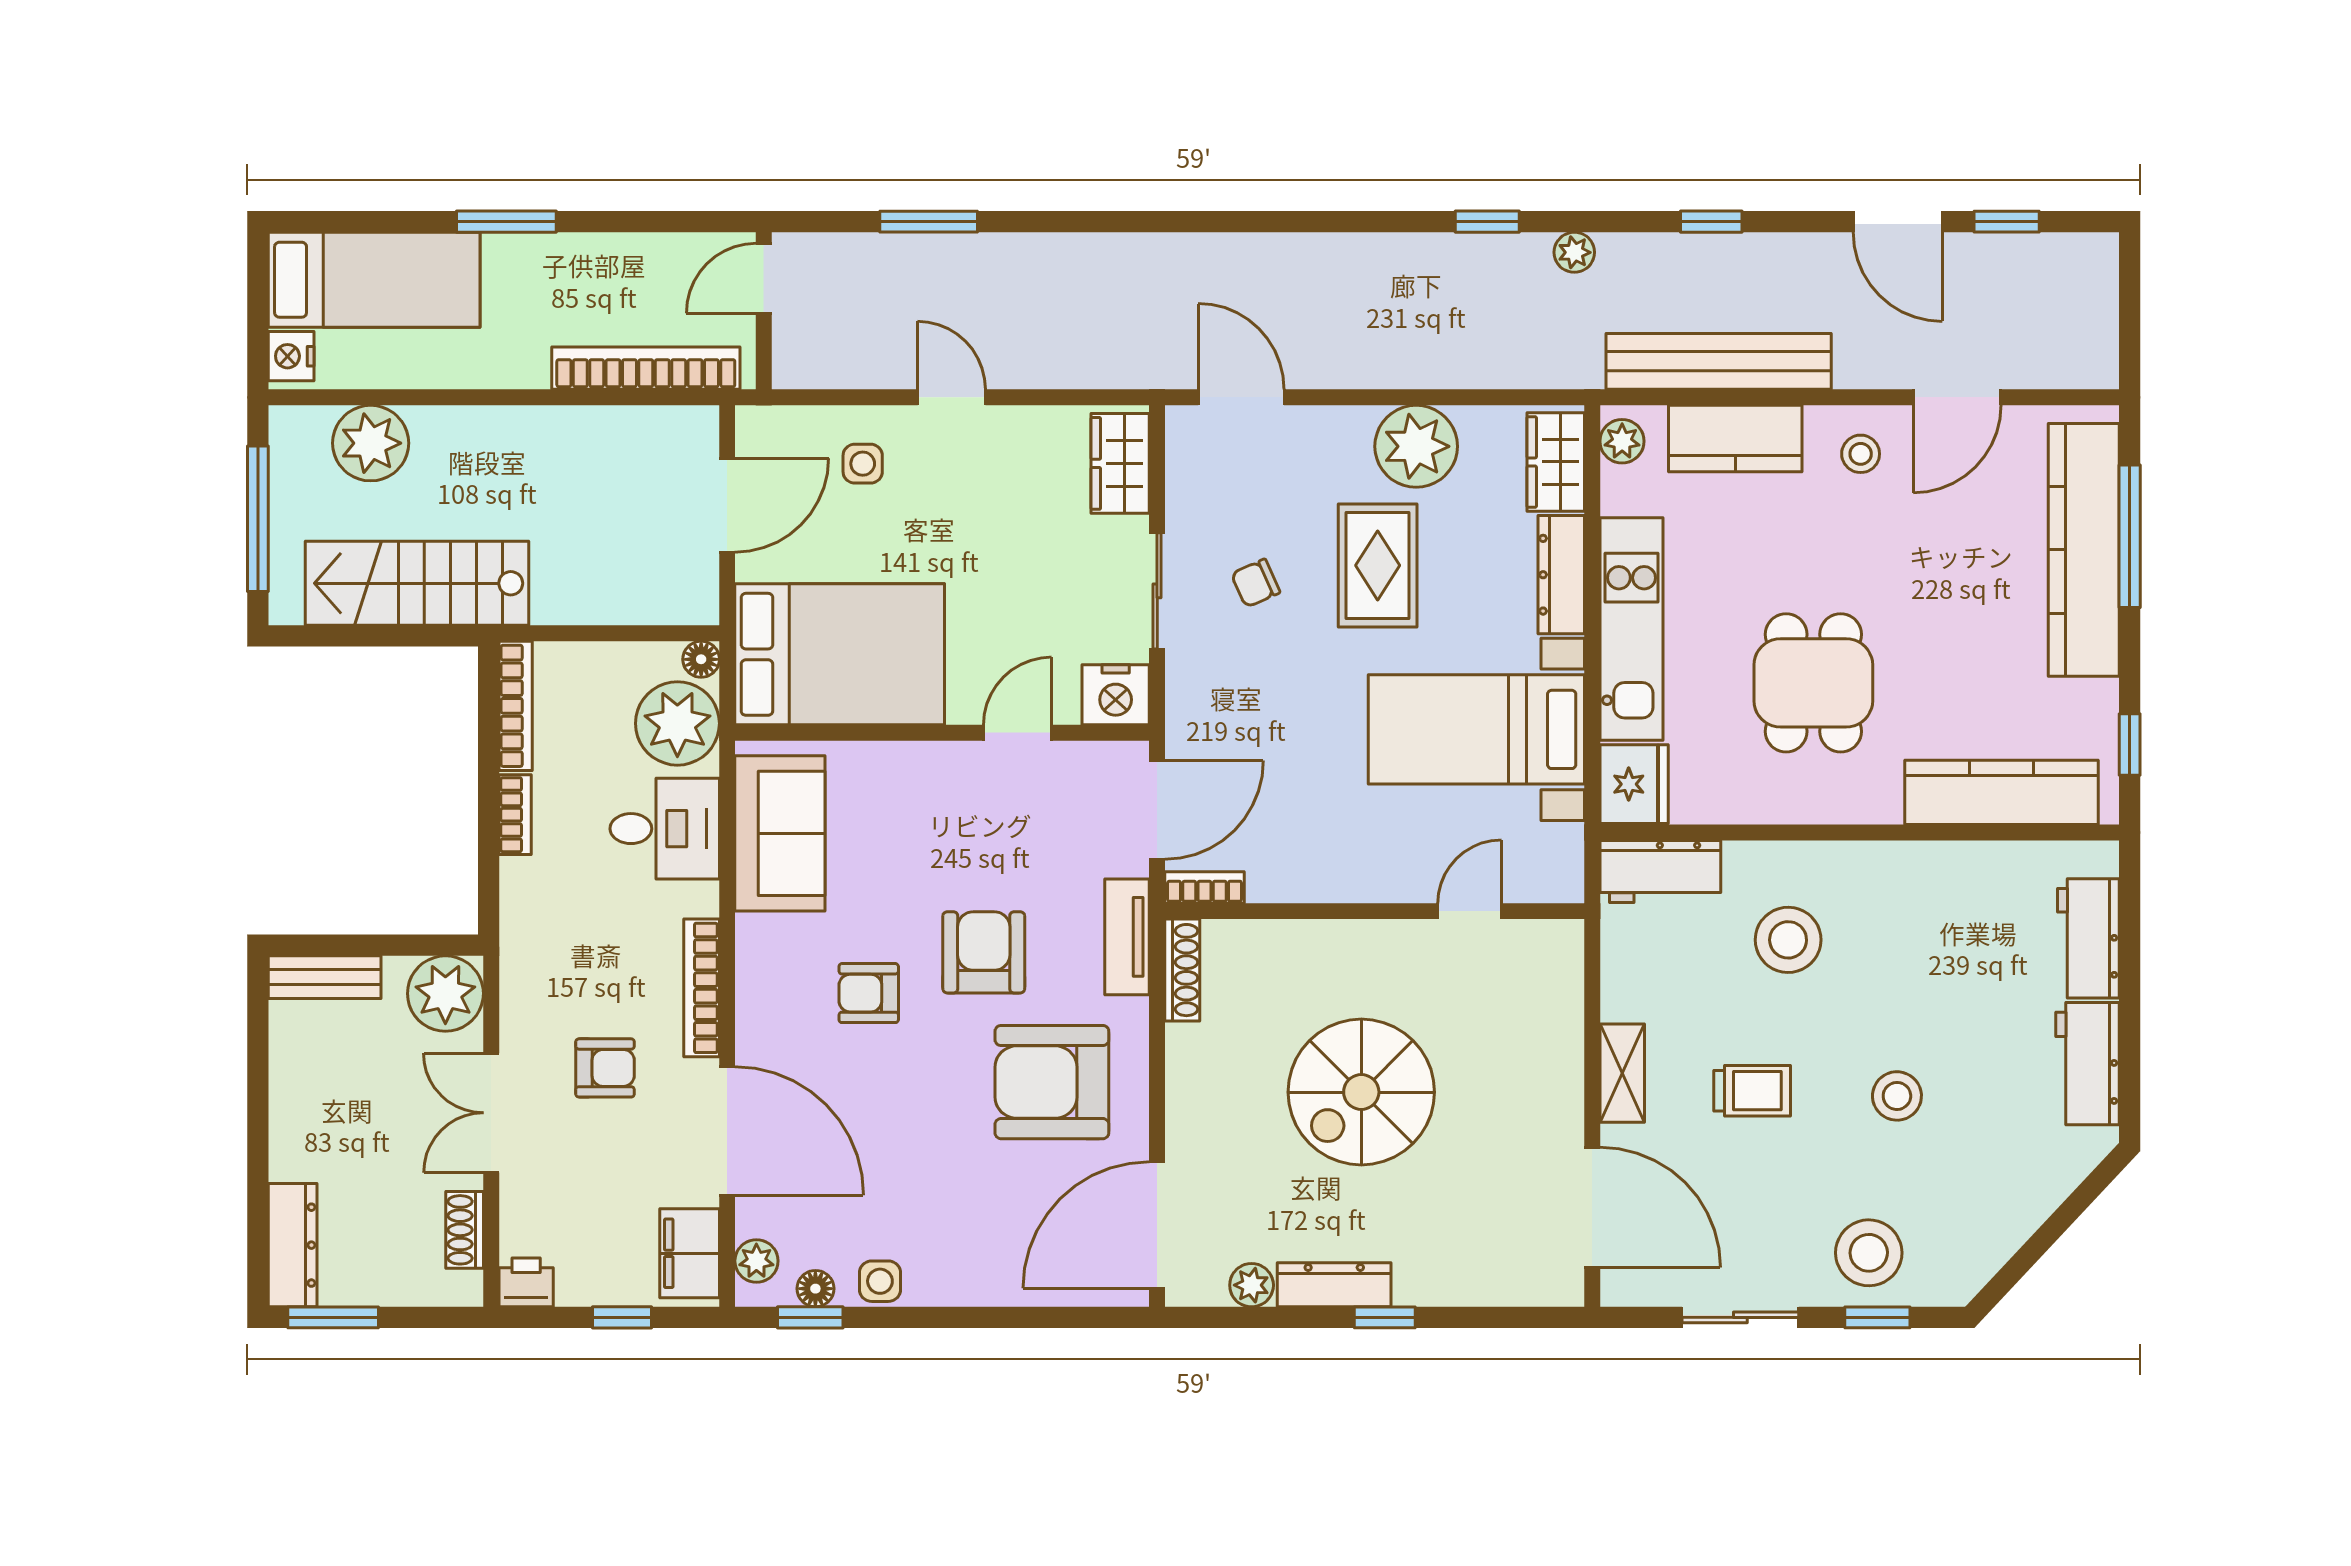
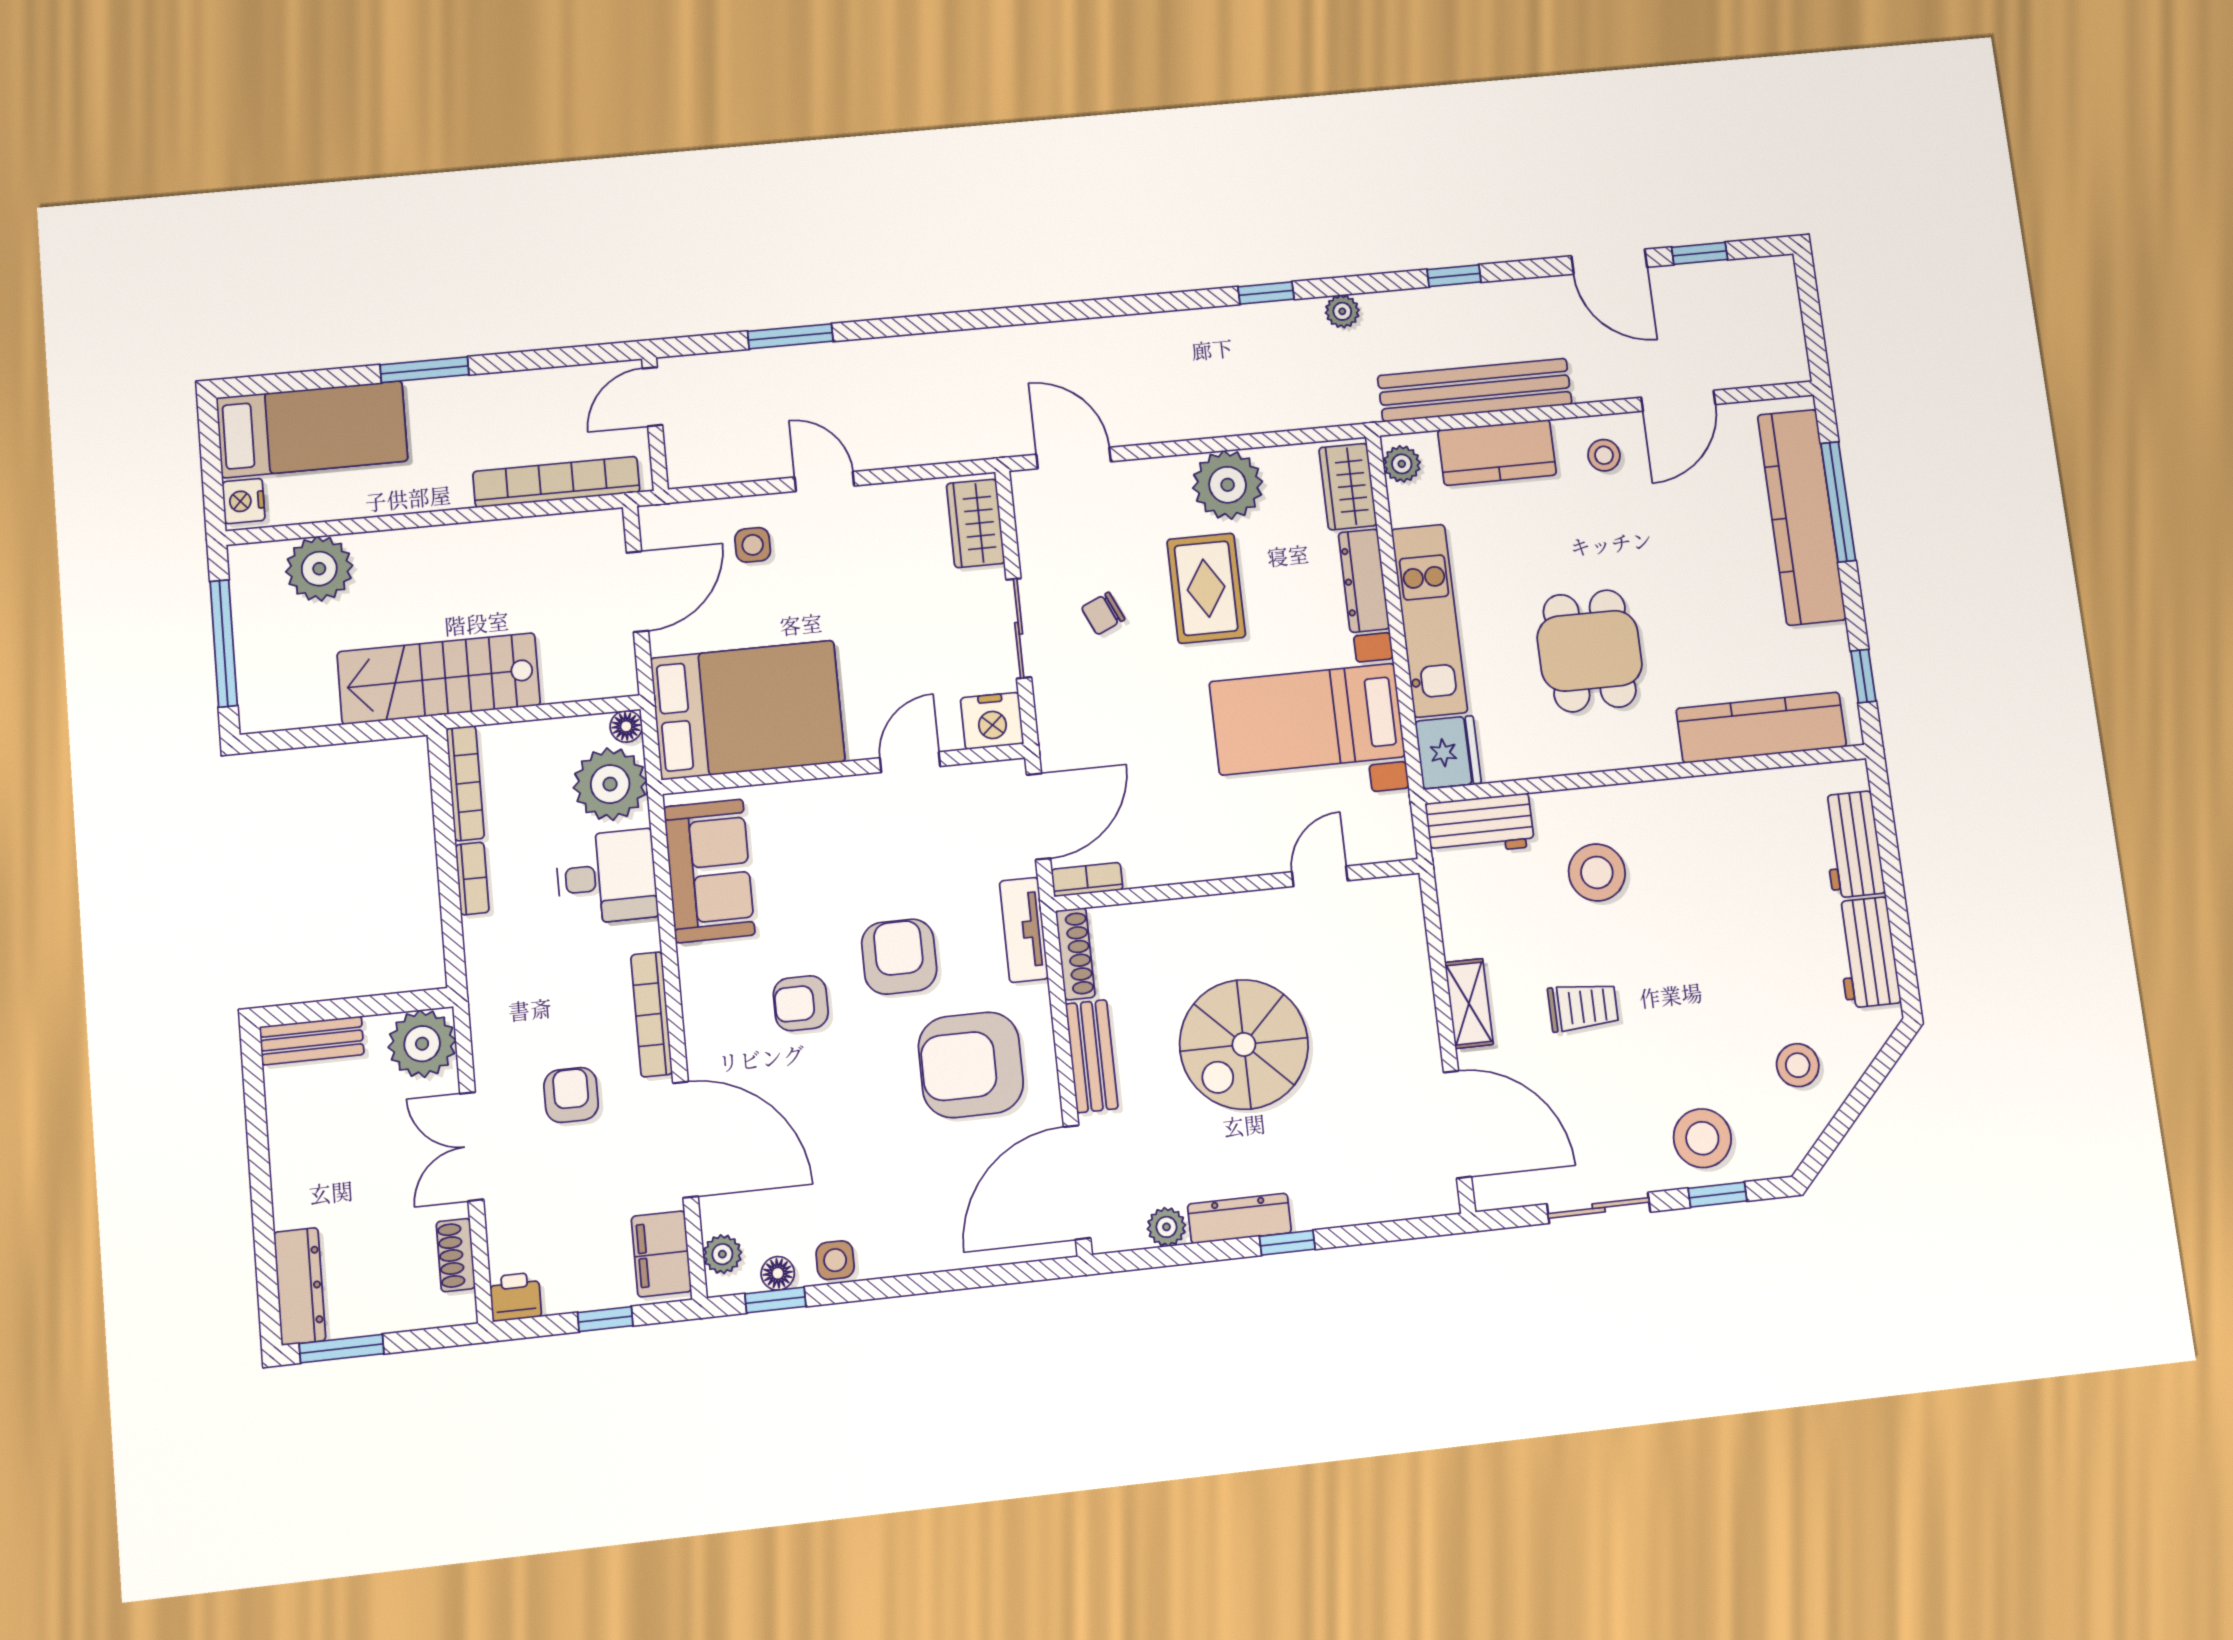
stairs: (417, 583) -> (439, 679), moved
armchair: (605, 1068) -> (571, 1095), turned -90
bench: (1188, 1087) -> (1092, 1056), added
stool: (1897, 1096) -> (1798, 1065), moved

